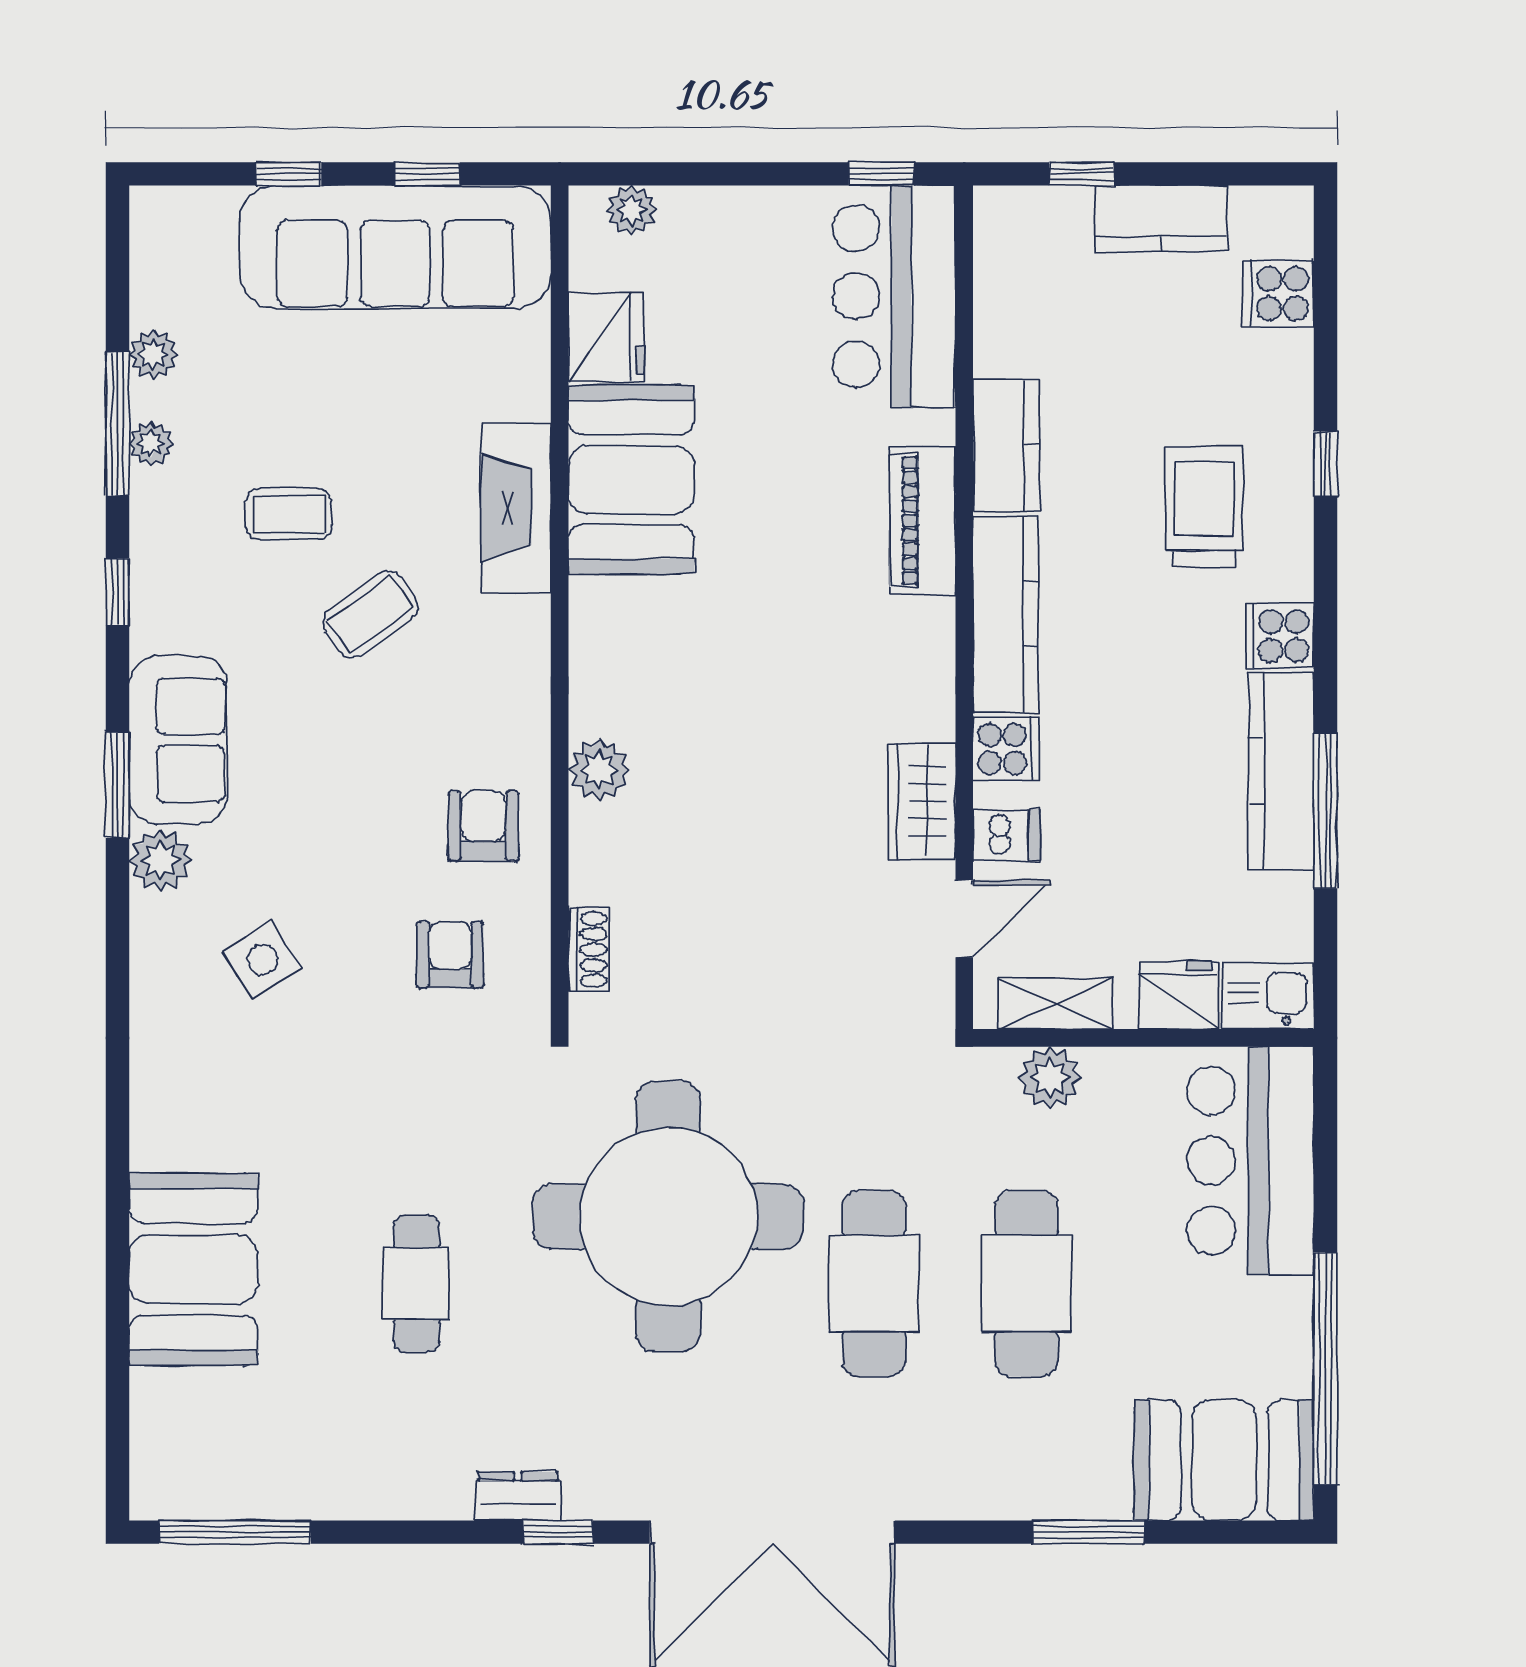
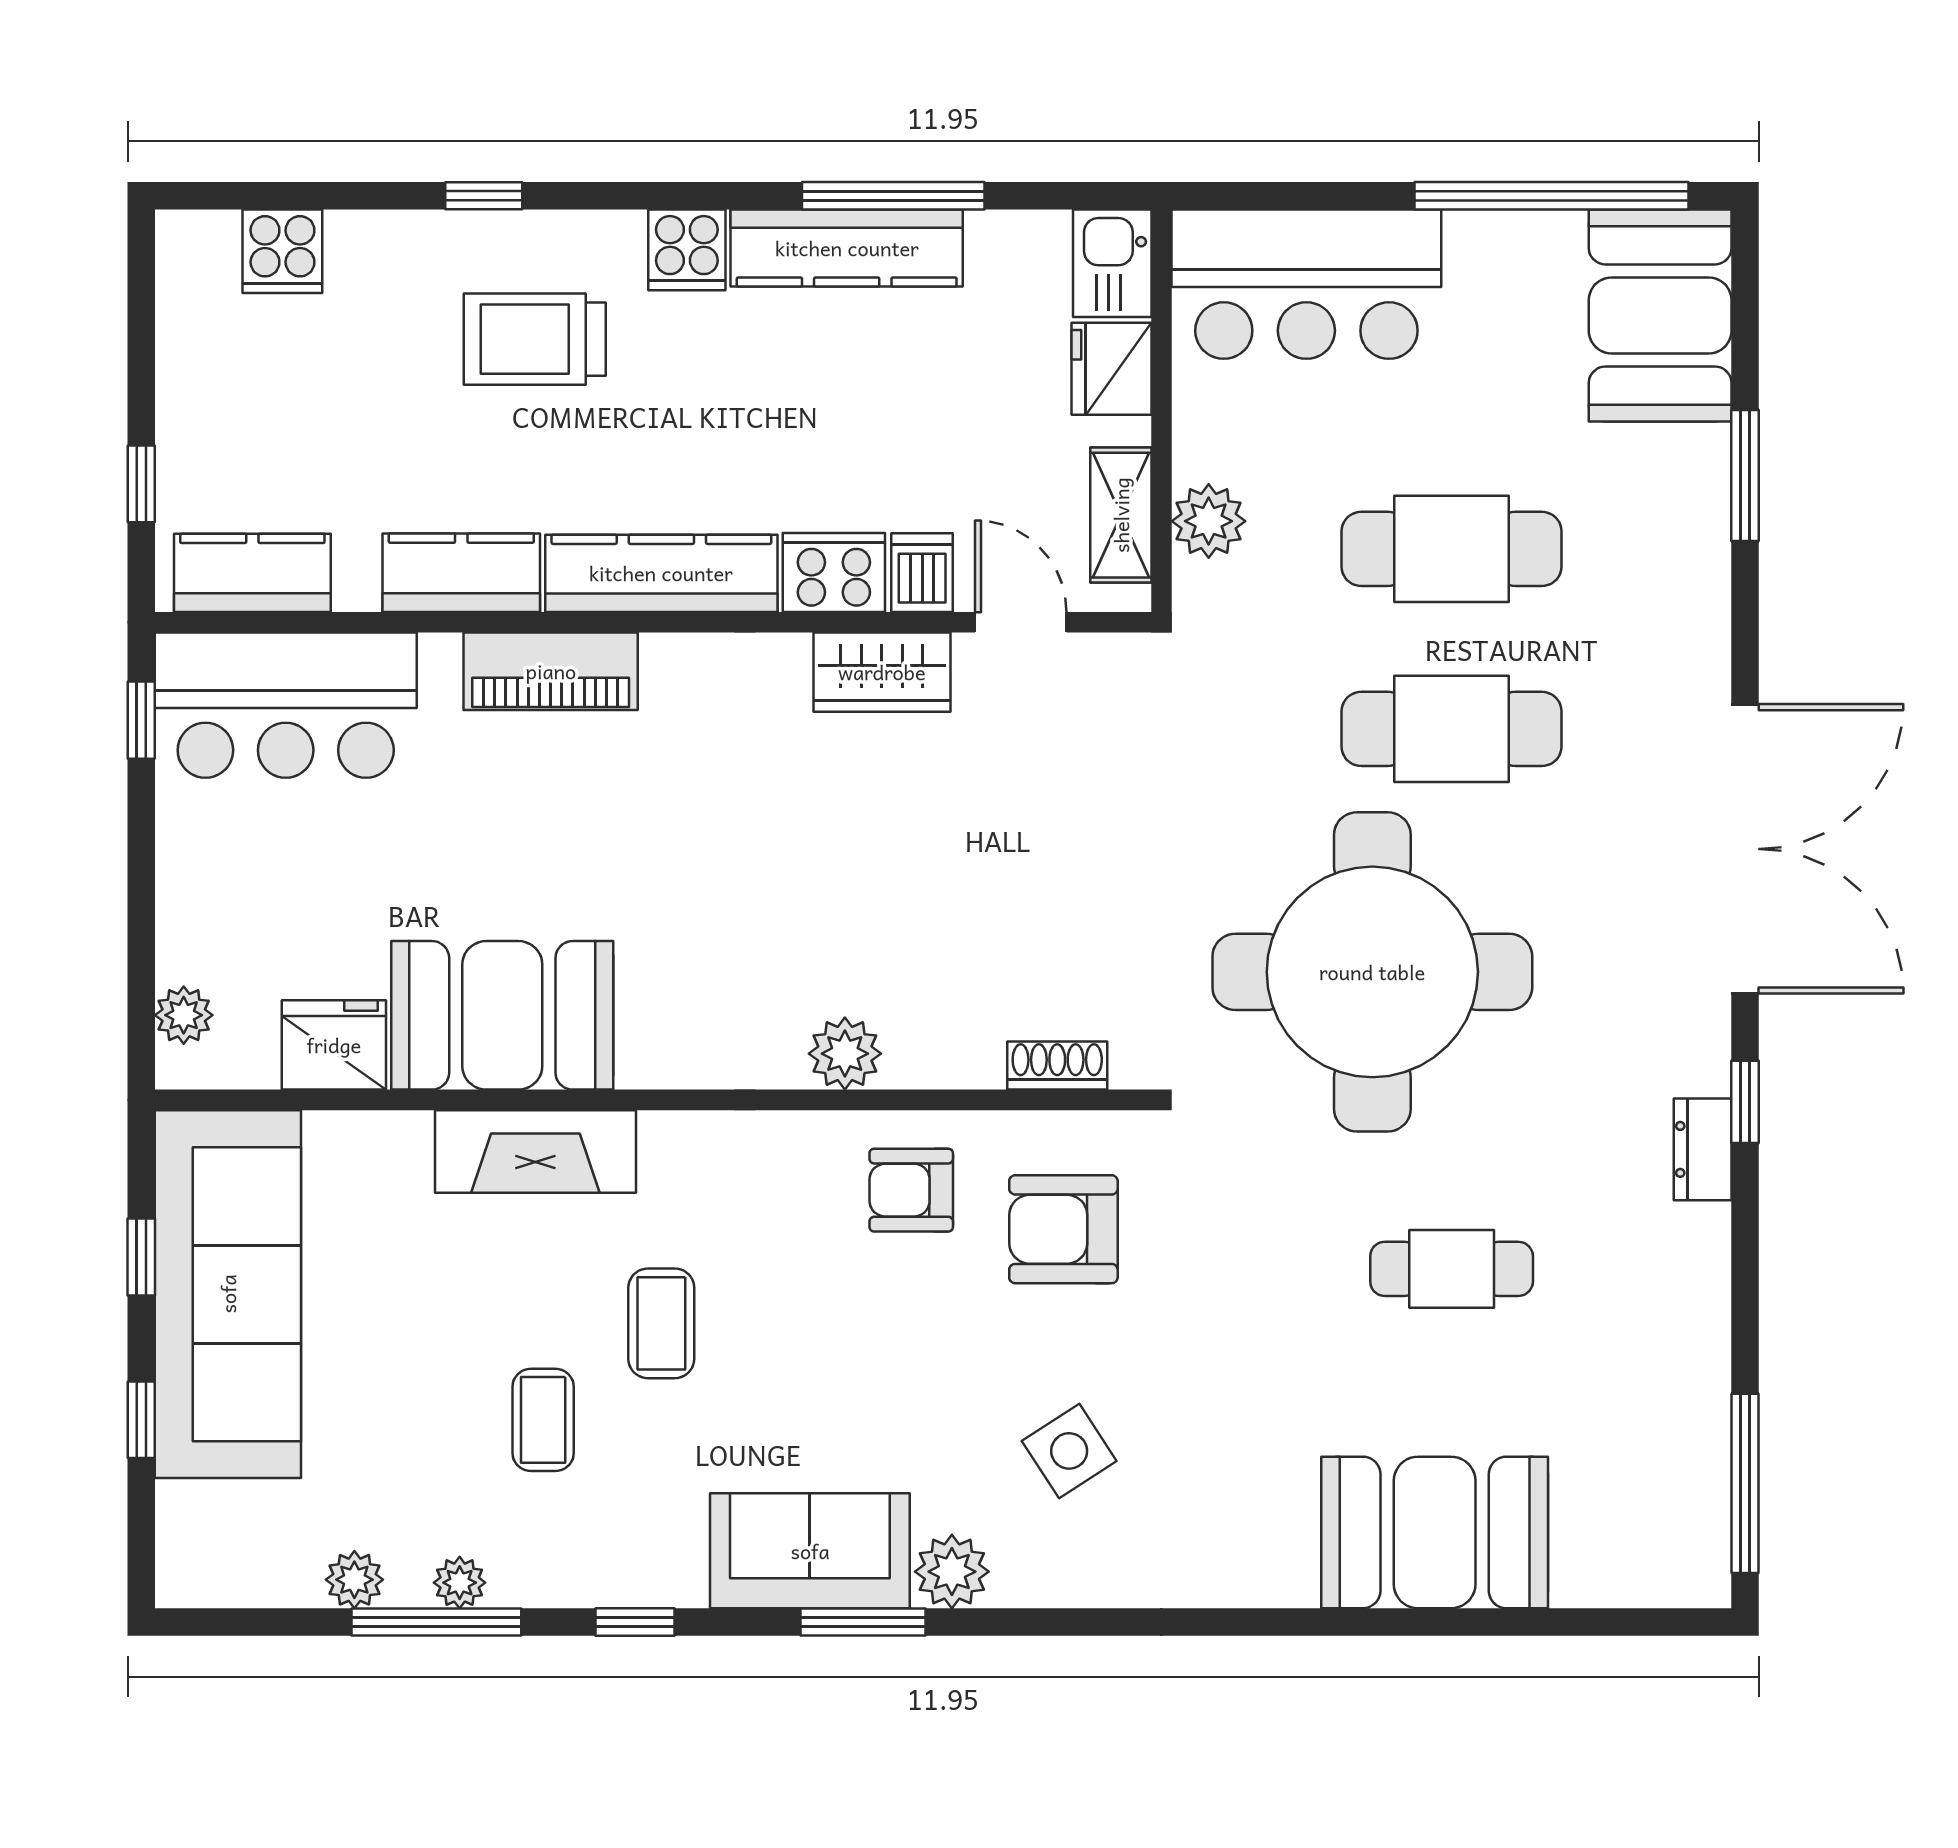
kitchen counter: (1161, 219) -> (252, 573), moved, turned -90
coffee table: (370, 614) -> (661, 1323), turned 36
cooker: (1006, 749) -> (834, 572), width x1.36
armchair: (450, 955) -> (1063, 1229), width x1.38, depth x1.38

